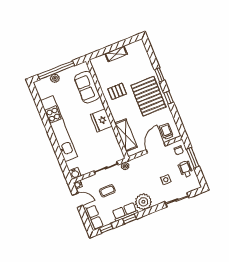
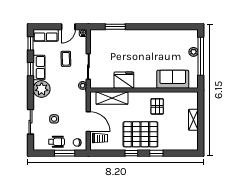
fridge: (101, 120) -> (124, 80), moved
kitchen unit: (59, 129) -> (144, 36), removed
window: (61, 158) -> (115, 27), added
water cooler: (75, 173) -> (95, 34), removed

